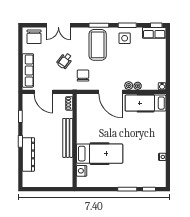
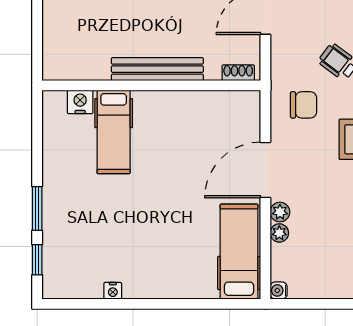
hospital bed: (100, 154) -> (114, 132), width x0.73, depth x0.78

